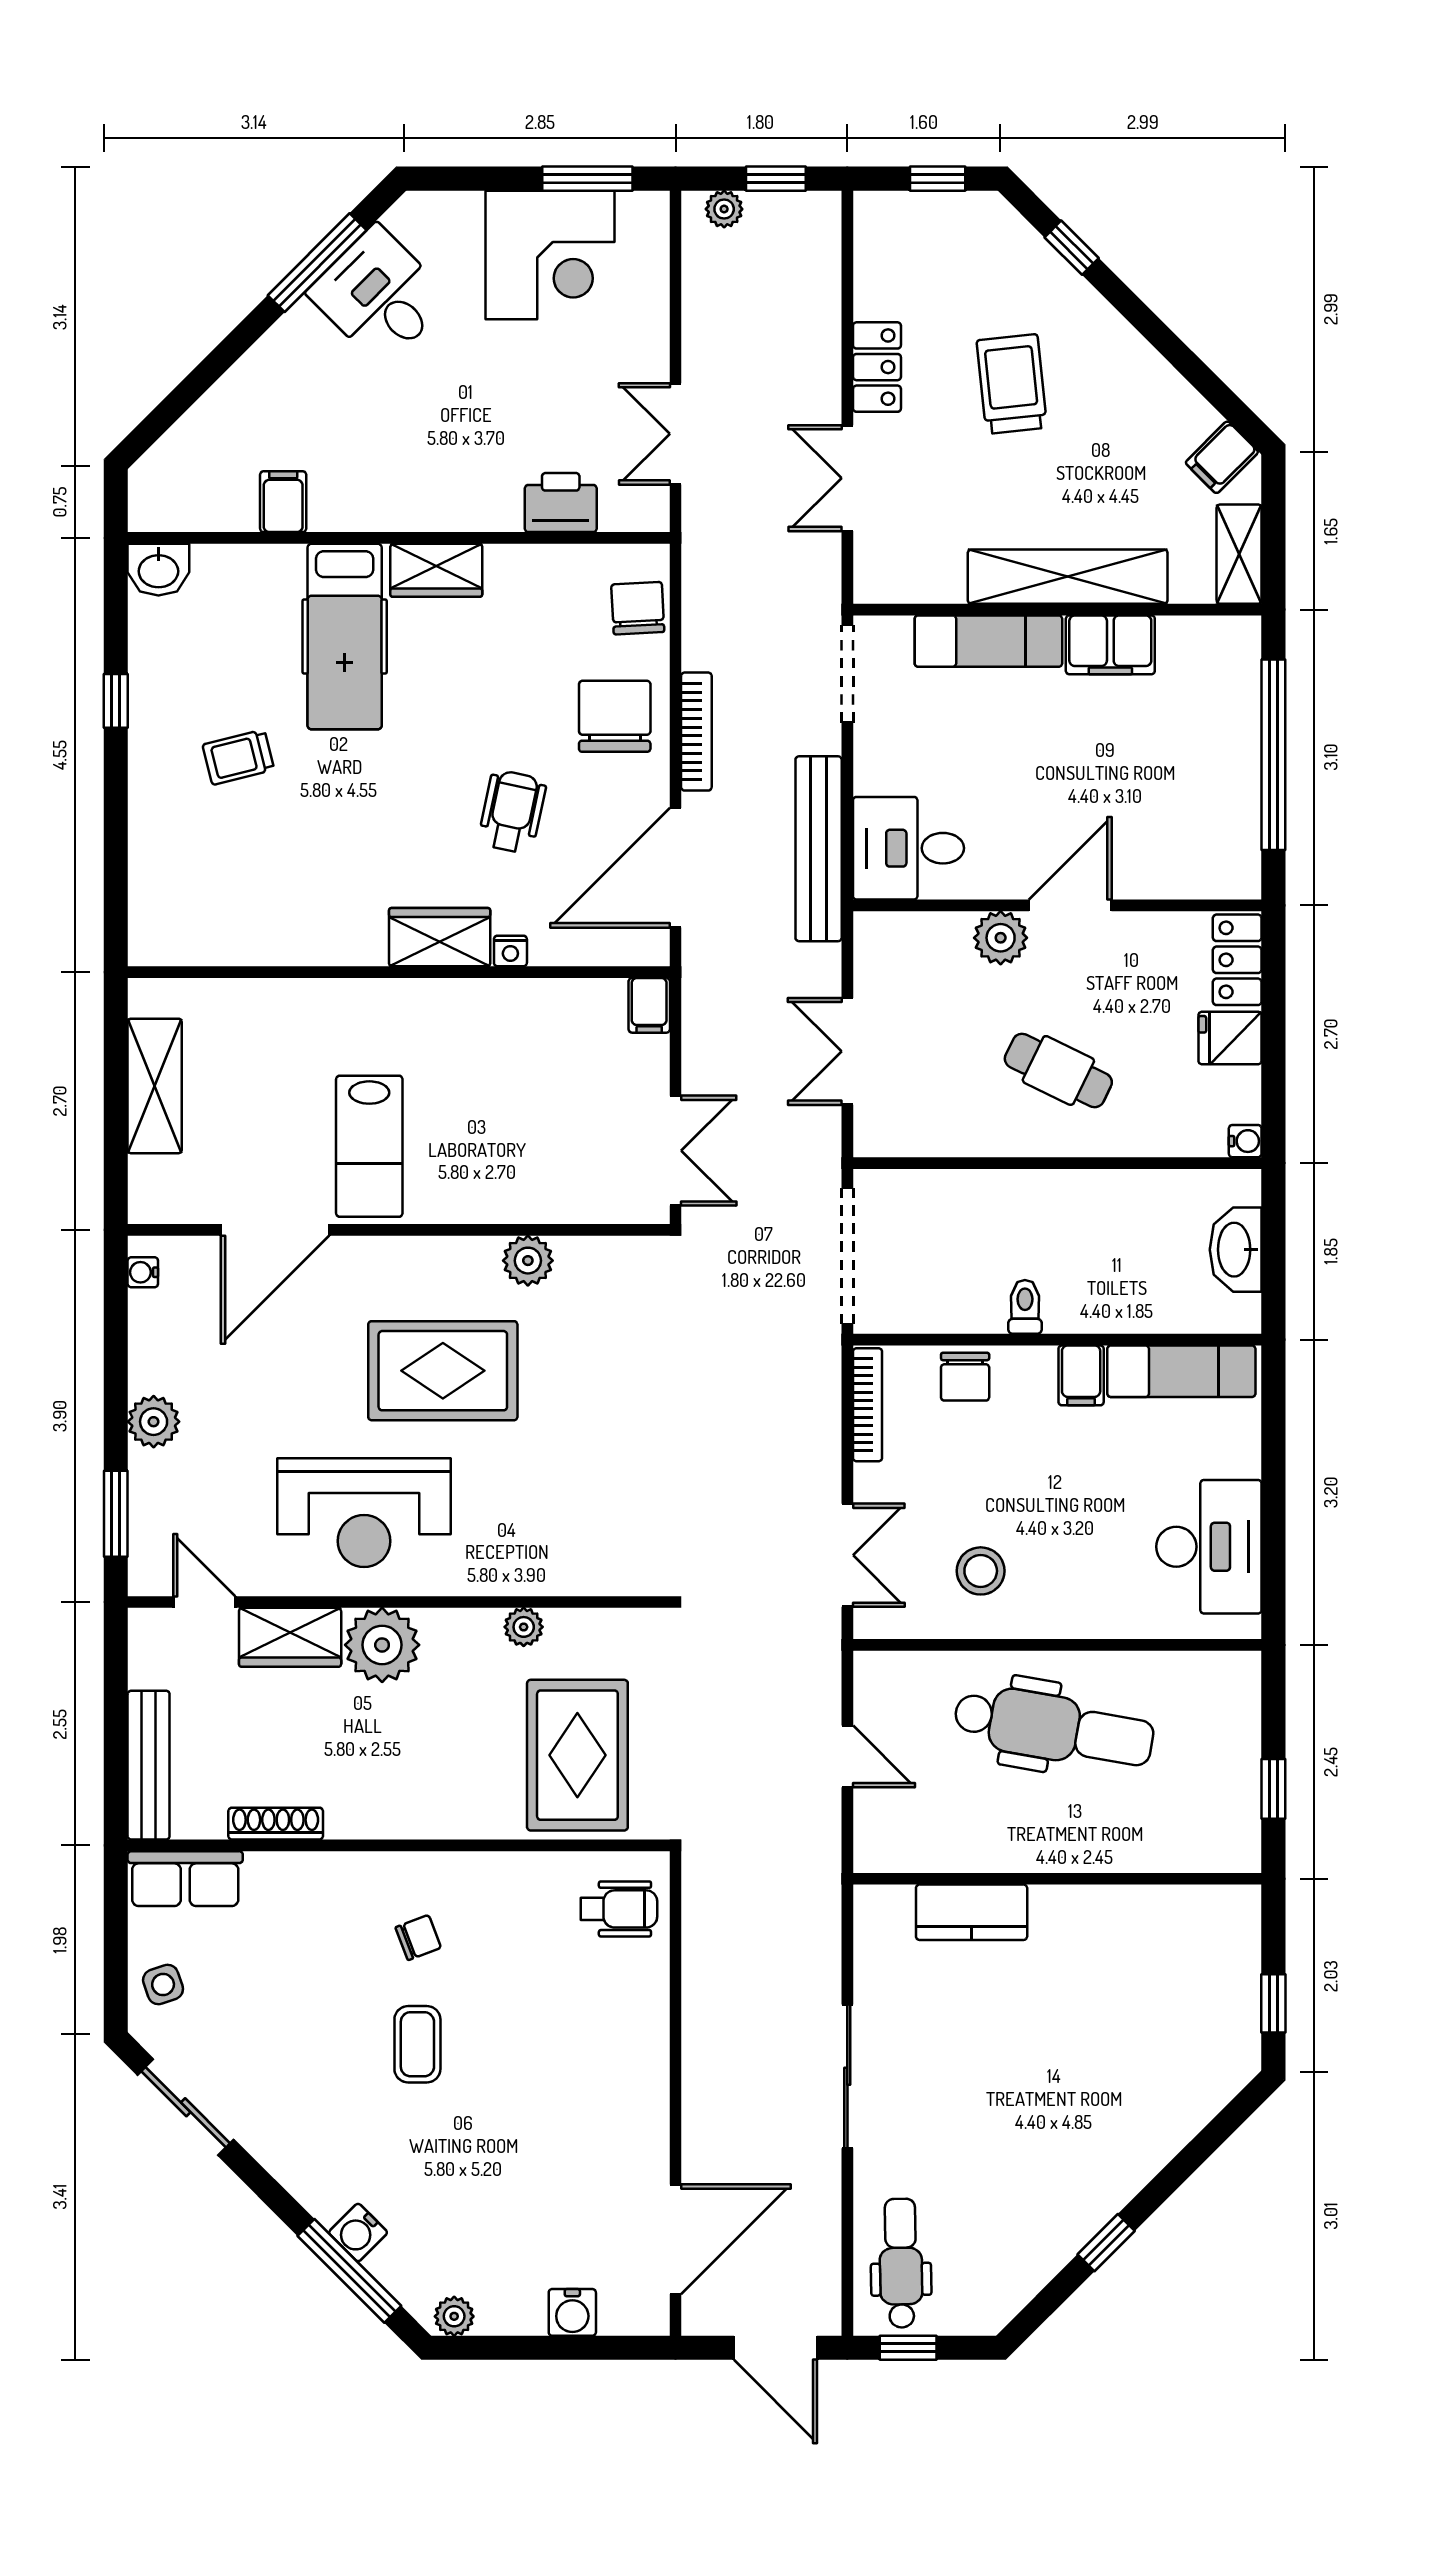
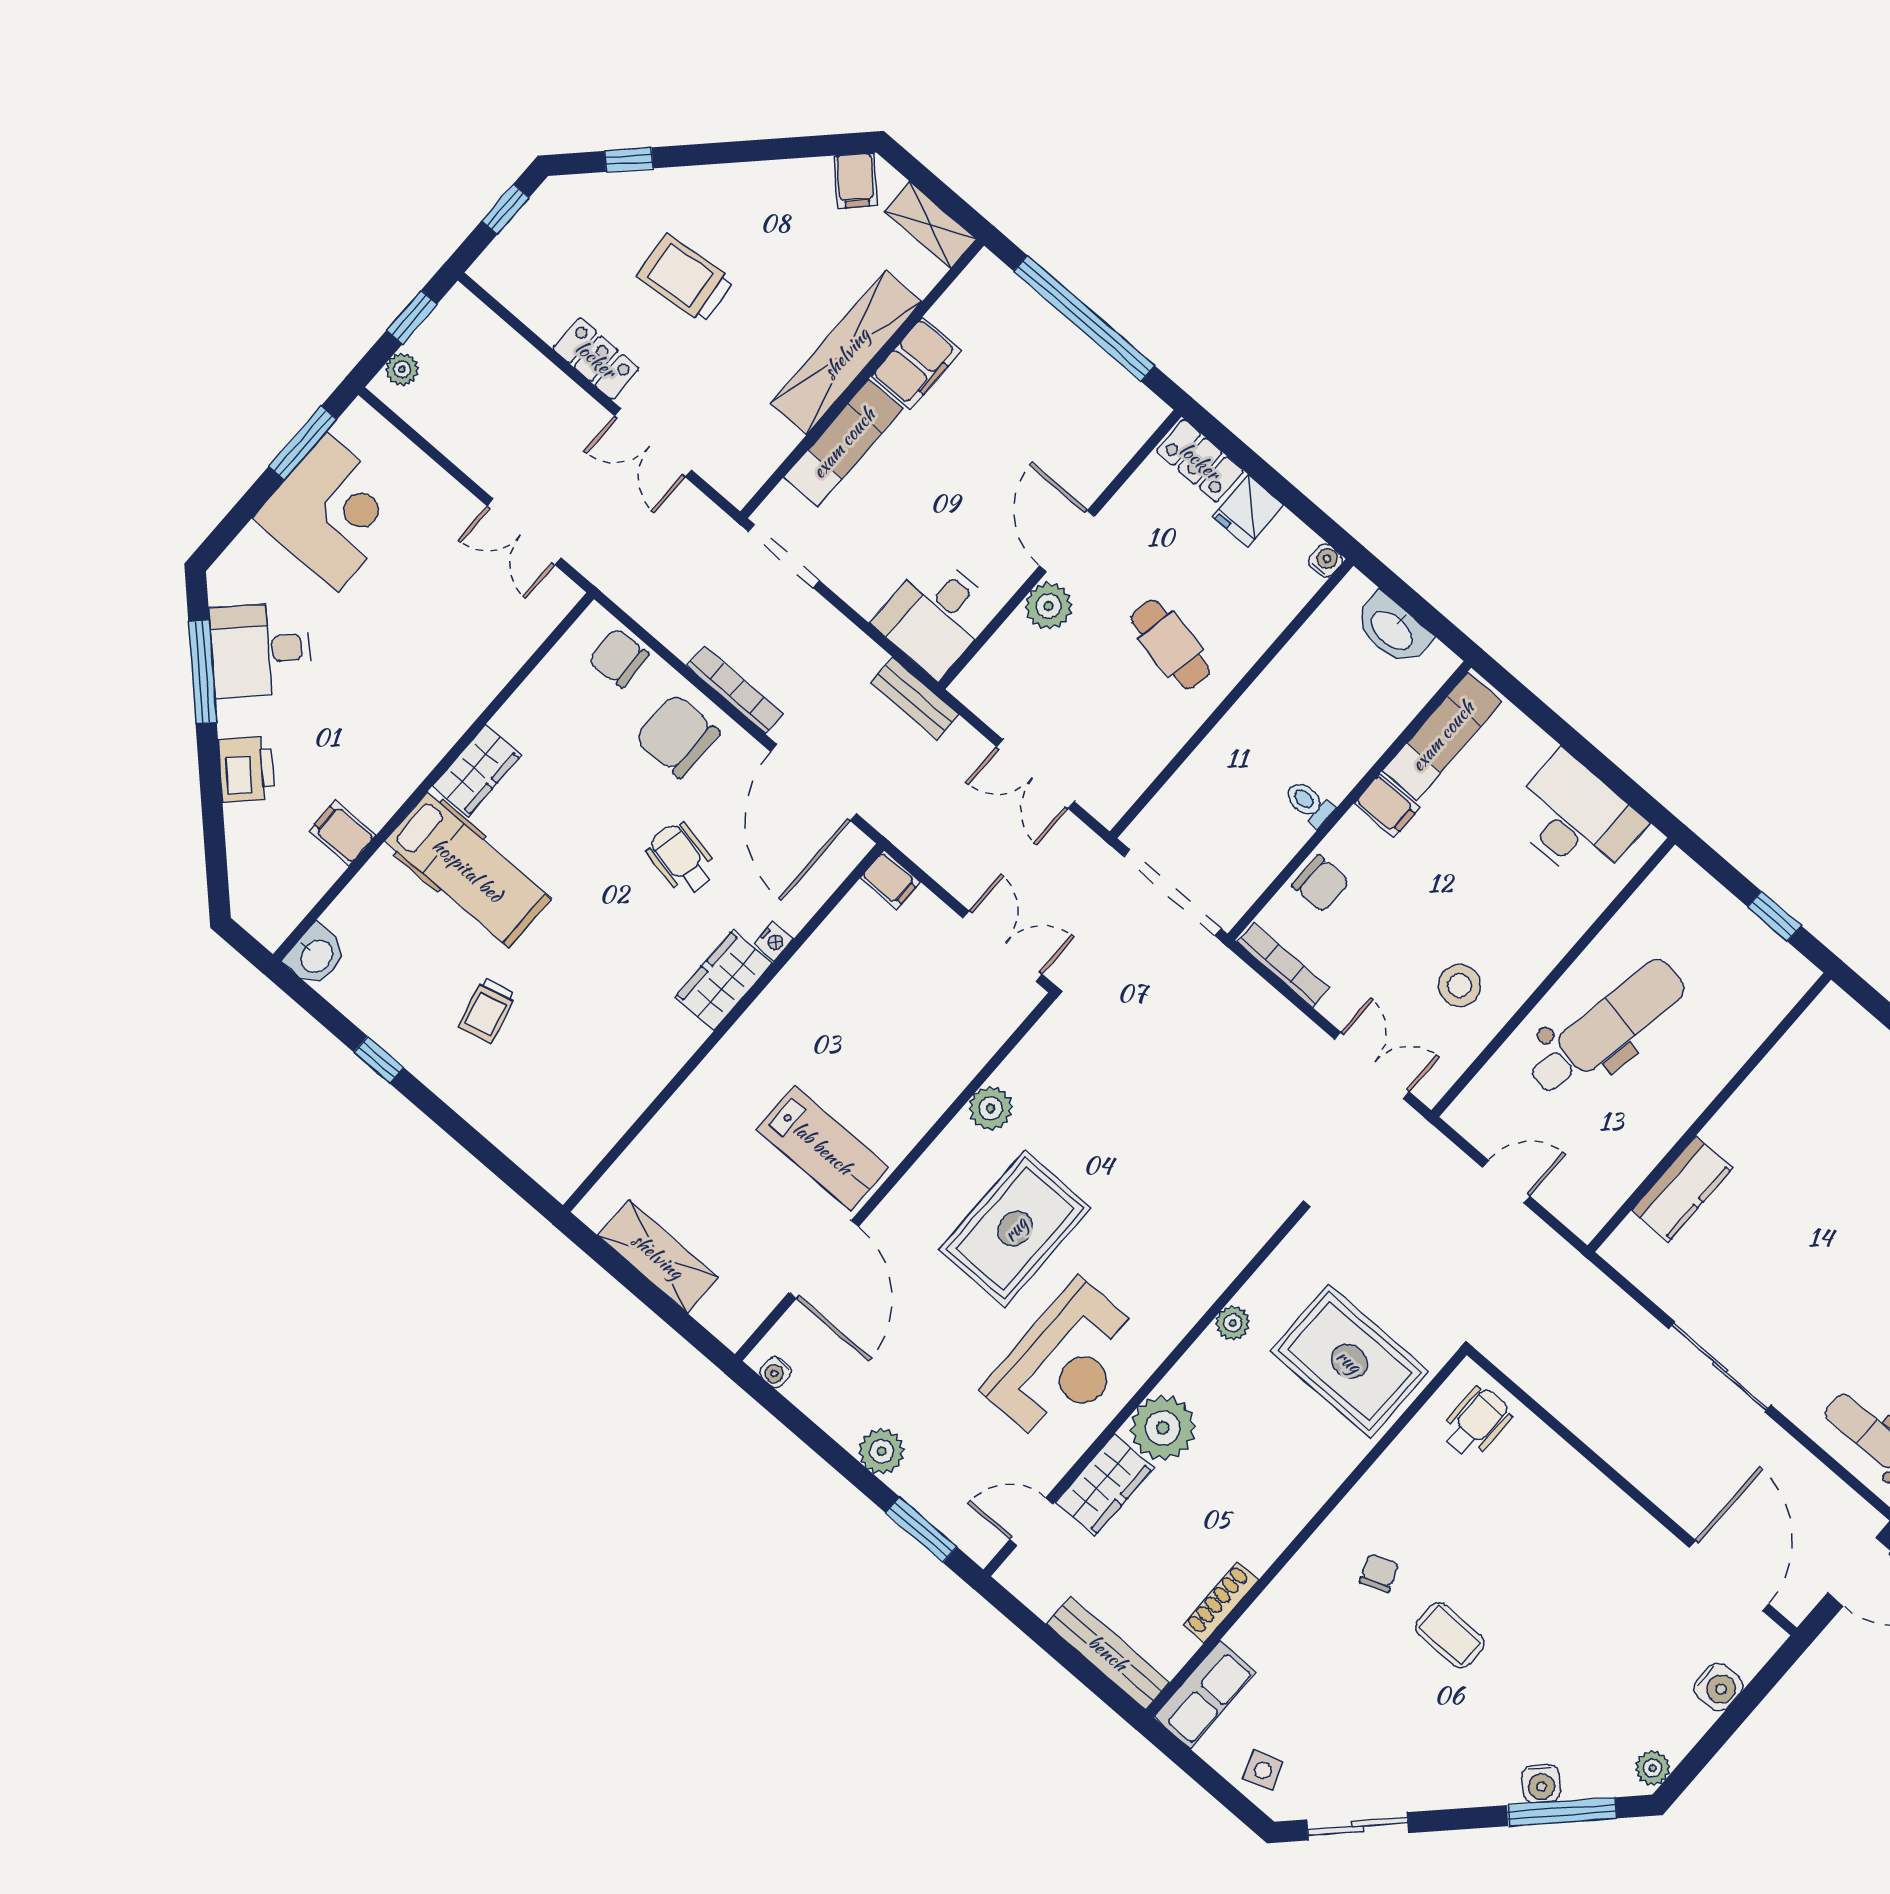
printer: (561, 503) -> (246, 769), moved, turned 135
bench: (819, 849) -> (915, 698), width x0.54, depth x0.82
cafe table: (1058, 1070) -> (1170, 644), turned 75

